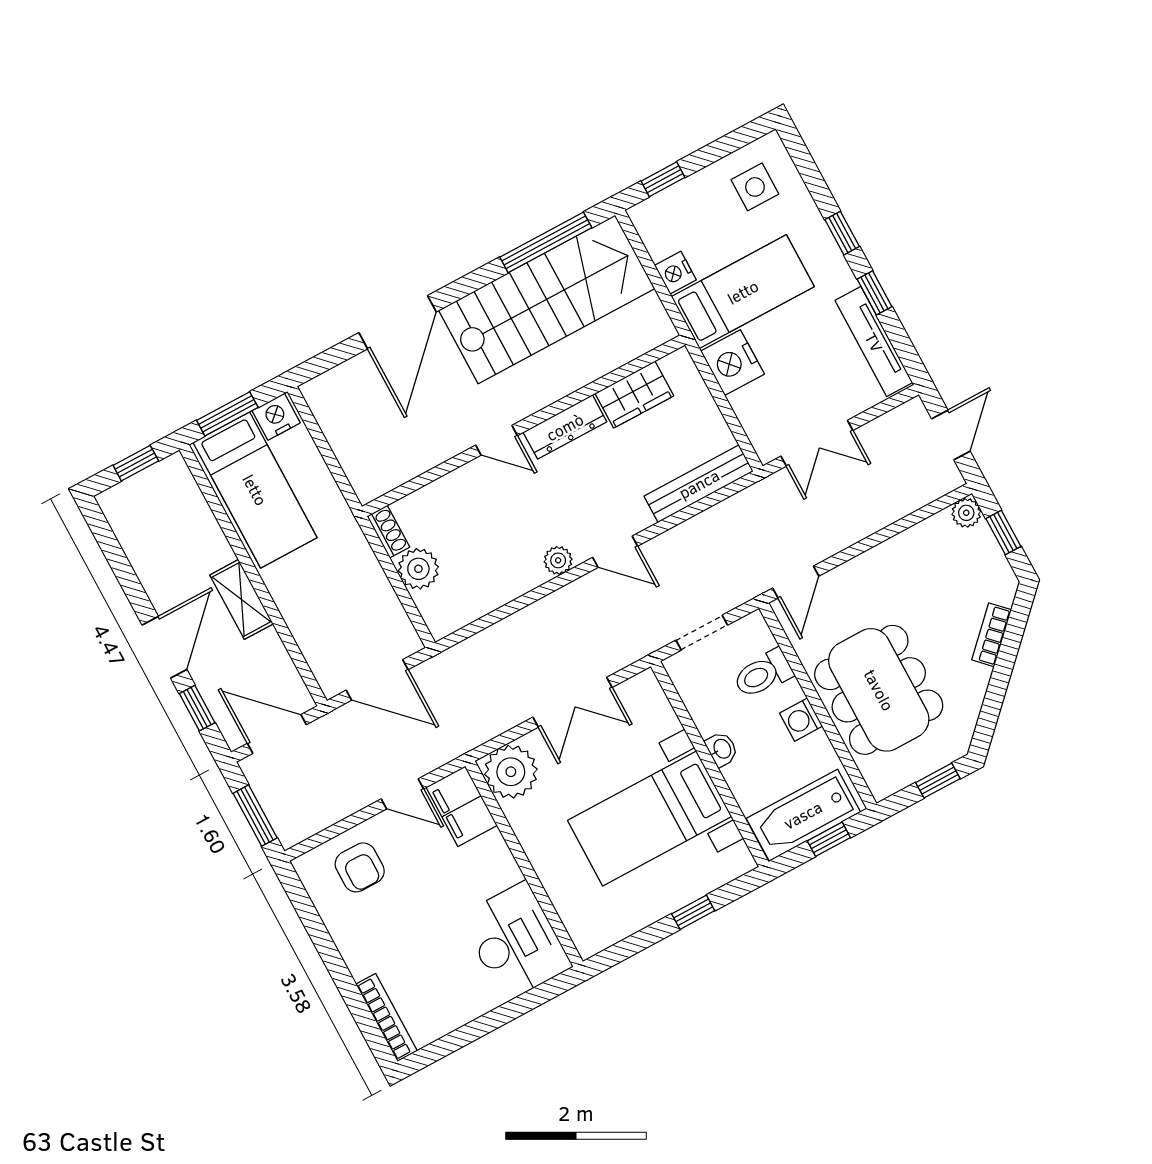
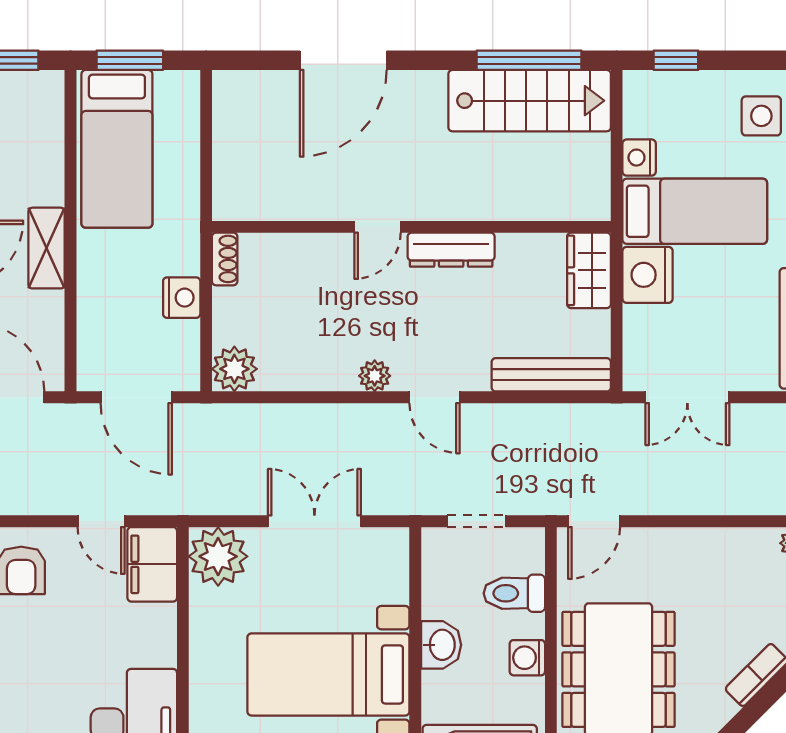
stairs: (547, 299) -> (530, 101), width x0.73, depth x0.66
wardrobe: (634, 395) -> (589, 270), moved, turned 90
nightstand: (276, 417) -> (182, 298), moved, turned 90
door: (496, 440) -> (378, 227), hinge flipped
plant: (418, 569) -> (234, 369), moved
double door: (573, 702) -> (314, 521), swing flipped
washbasin: (722, 749) -> (441, 645), width x1.38, depth x1.45

